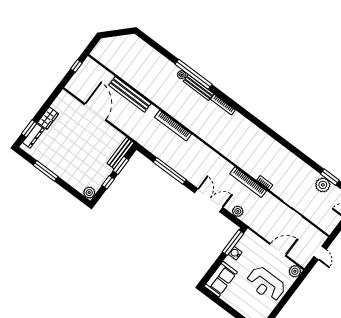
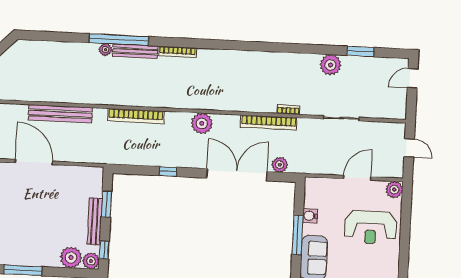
bench: (120, 153) -> (95, 221), moved
plant: (209, 156) -> (202, 123), added
window: (170, 171) -> (168, 171), width x0.32
window: (108, 182) -> (104, 250), moved
plant: (79, 183) -> (71, 257), added
plant: (323, 185) -> (330, 65), moved
double door: (209, 200) -> (237, 175), width x1.36
window: (233, 243) -> (298, 235), moved

